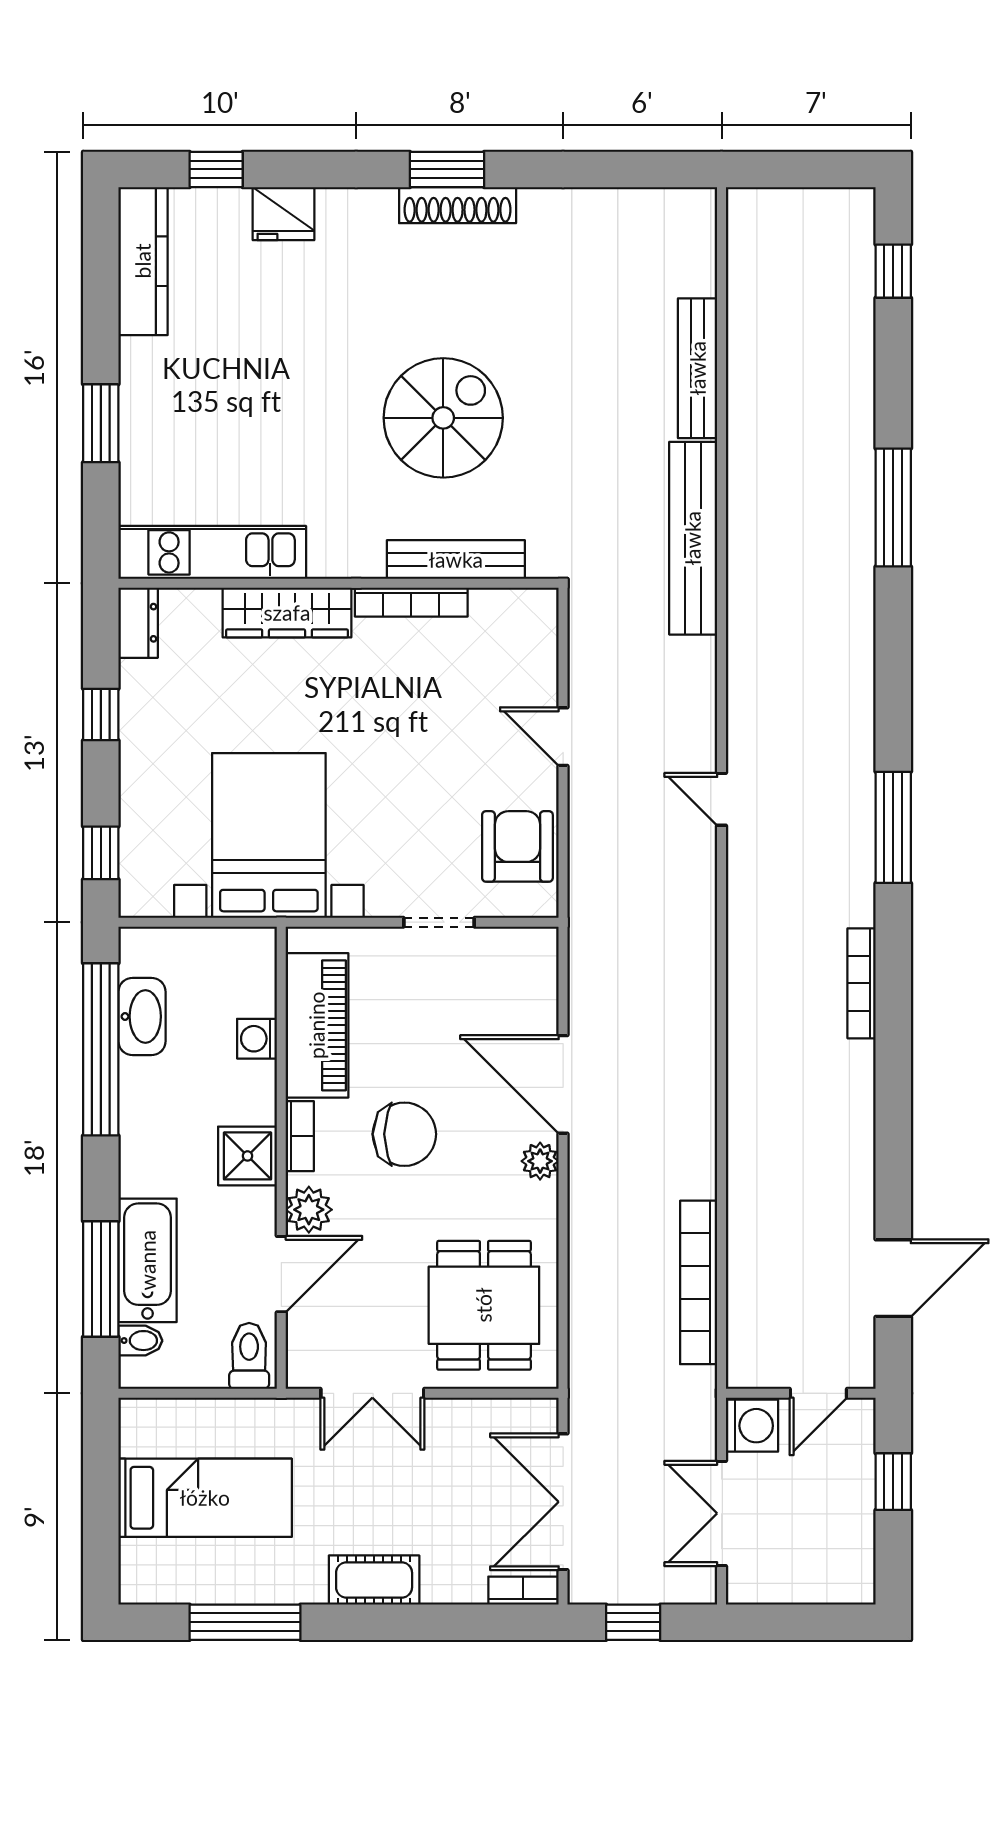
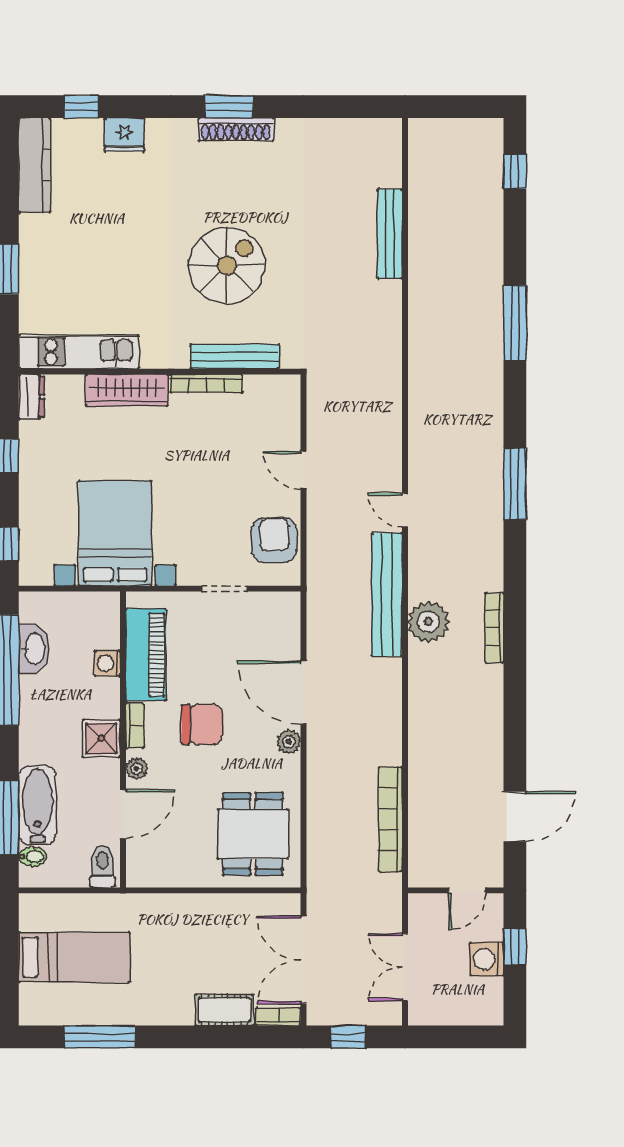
bench: (693, 538) -> (387, 595), moved
window: (893, 827) -> (515, 484), moved
plant: (758, 974) -> (428, 622), added
plant: (309, 1210) -> (137, 769), width x0.73, depth x0.73
double door: (372, 1393) -> (181, 890), removed
washing machine: (752, 1426) -> (487, 959), moved, turned 180
cot: (374, 1580) -> (224, 1010), moved

